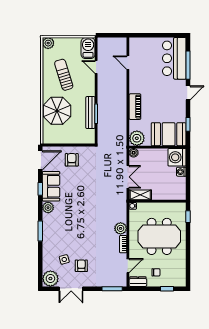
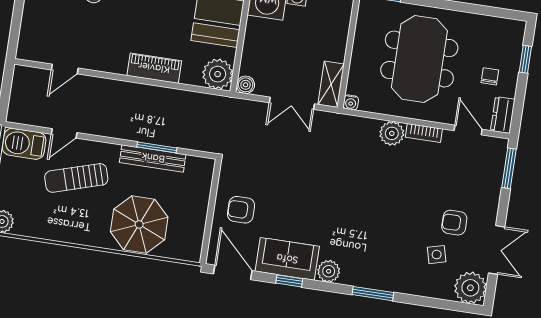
sun lounger: (64, 75) -> (76, 178), moved
double door: (128, 177) -> (292, 103), swing flipped

